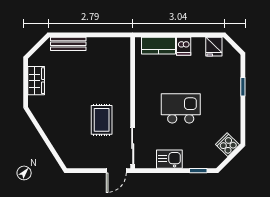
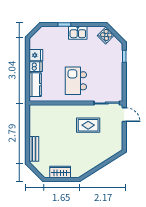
fridge: (214, 47) -> (36, 55), moved
kitchen island: (181, 108) -> (76, 81), moved
kitchen sink: (169, 159) -> (78, 33), moved, turned -90

